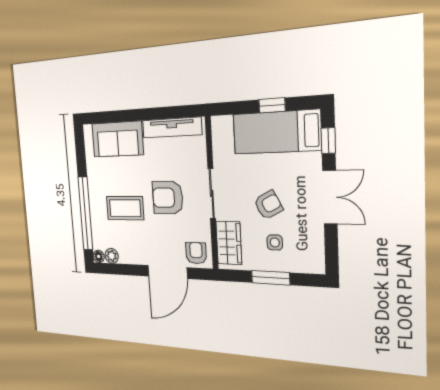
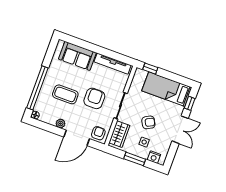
window: (272, 105) -> (150, 69), moved
armchair: (168, 198) -> (94, 98), turned 90
plant: (112, 256) -> (60, 124), moved
nightstand: (302, 264) -> (154, 157), added

